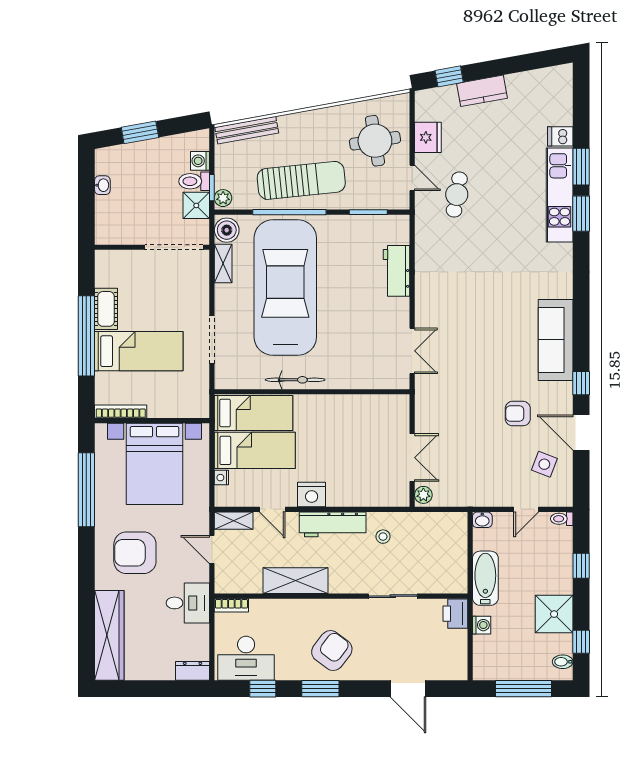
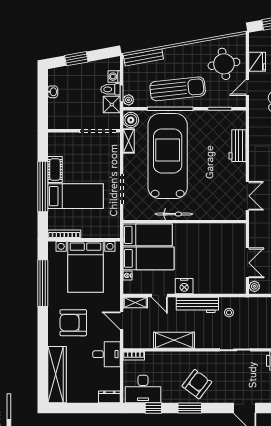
door: (412, 178) -> (247, 87), swing flipped

